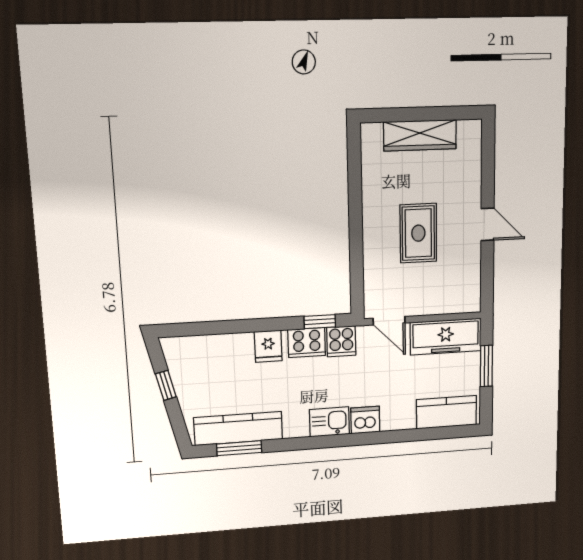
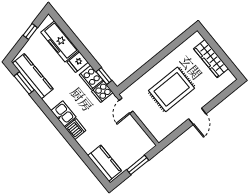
rug: (418, 233) -> (172, 89), width x1.36, depth x1.43
freezer: (446, 337) -> (60, 41), moved

